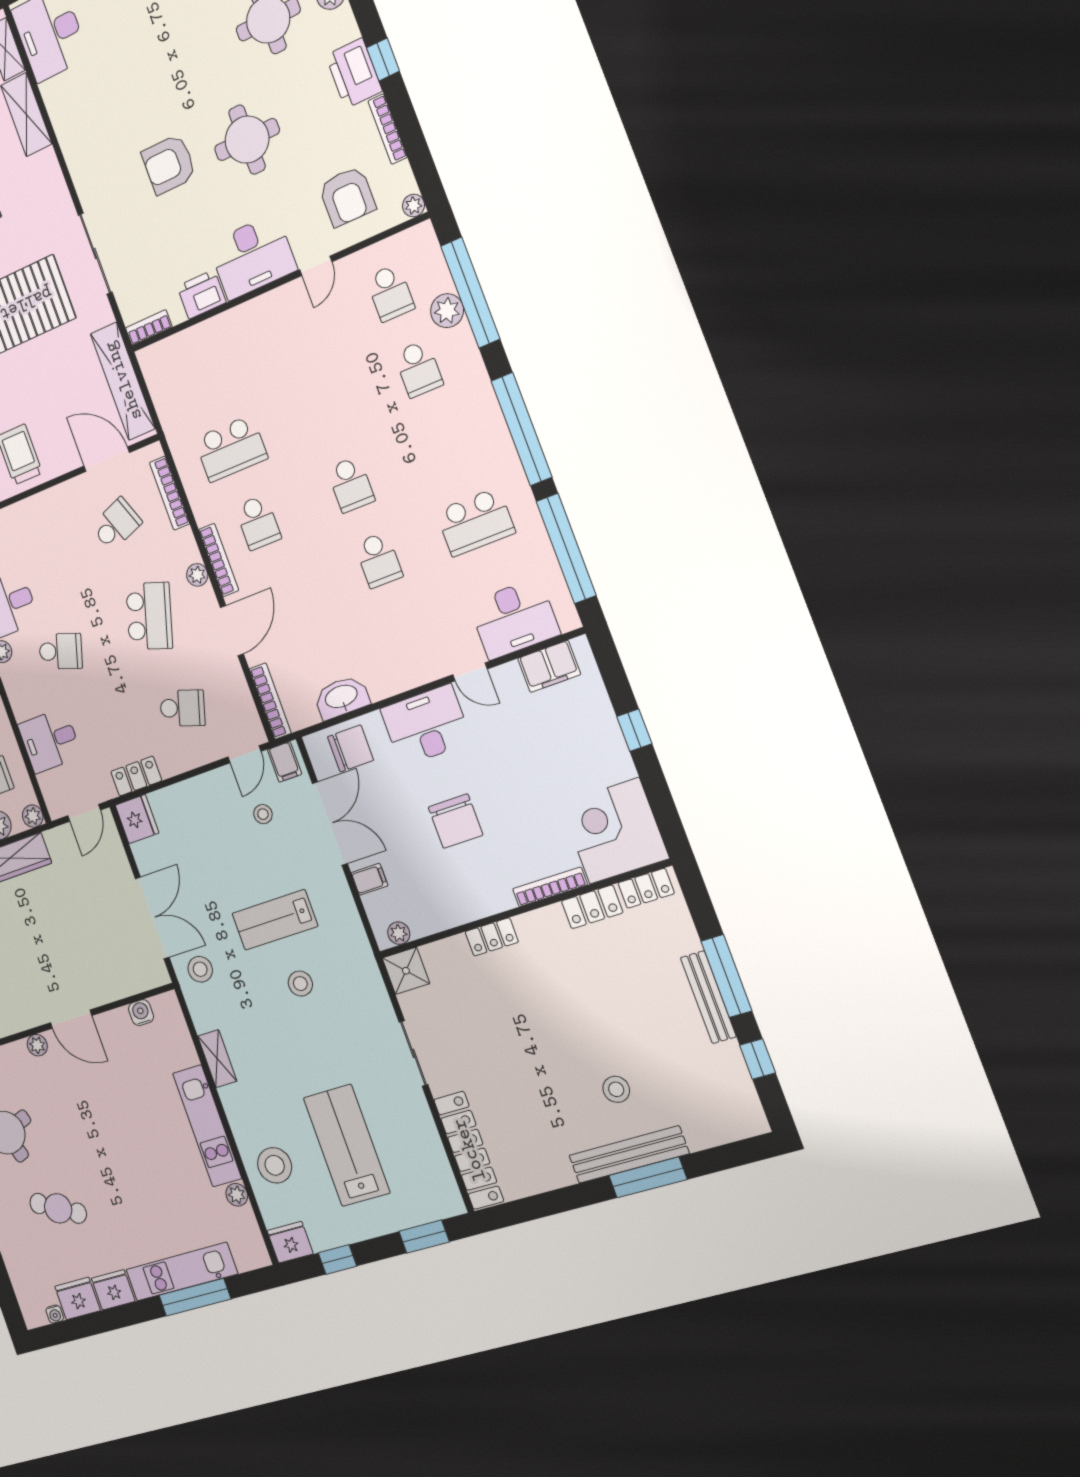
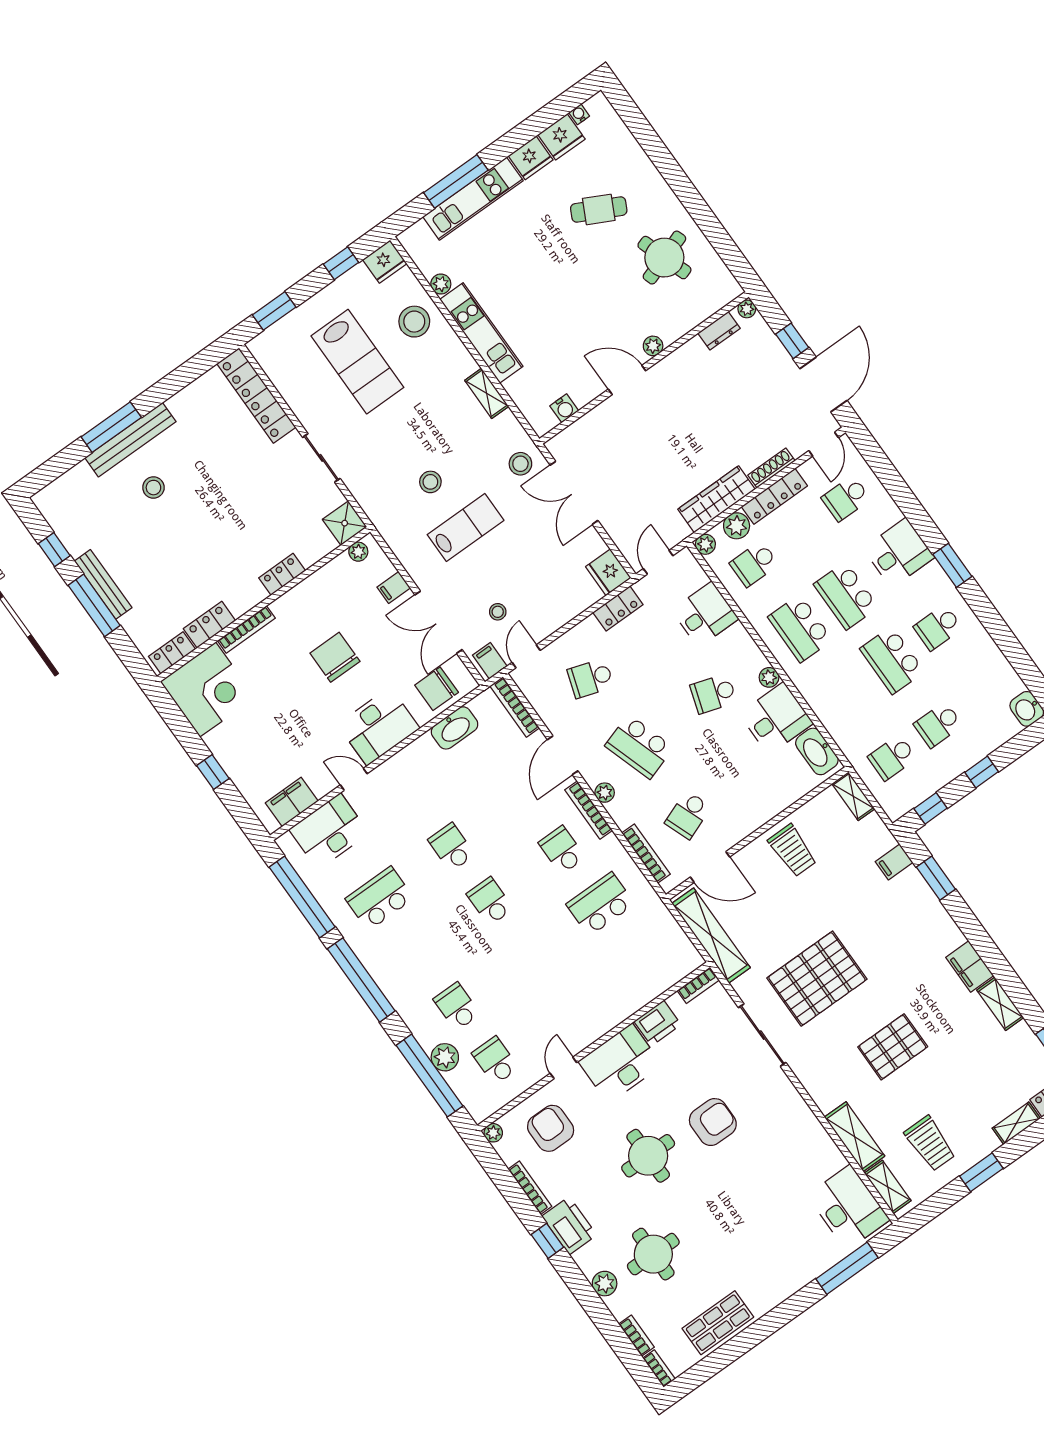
school desk: (149, 616) -> (639, 747), turned -36

